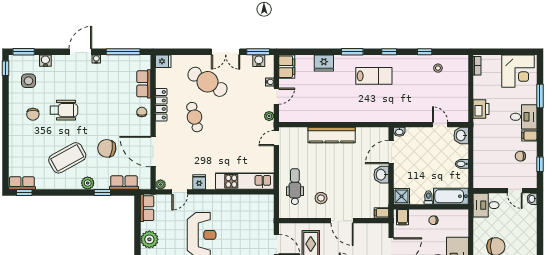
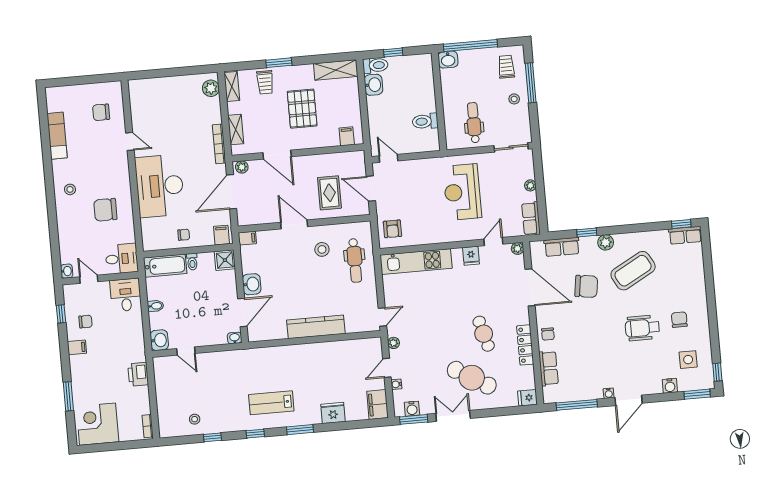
desk: (524, 117) -> (126, 295), moved, turned 90
armchair: (262, 210) -> (392, 229), added
plant: (149, 239) -> (530, 185), width x0.53, depth x0.53

